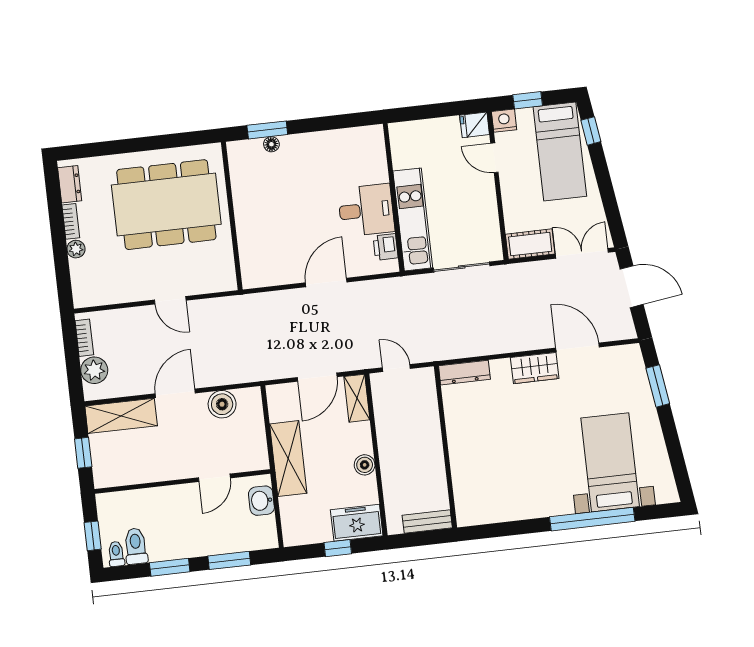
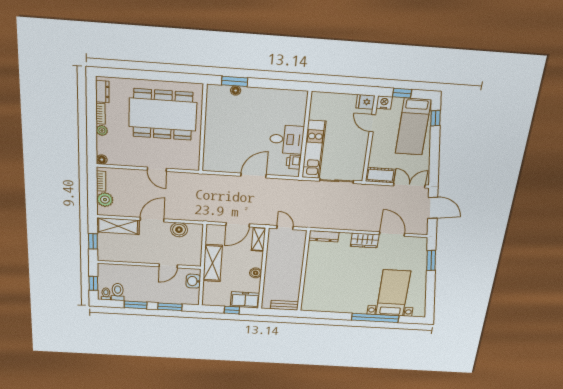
floor lamp: (81, 299) -> (102, 160), added

